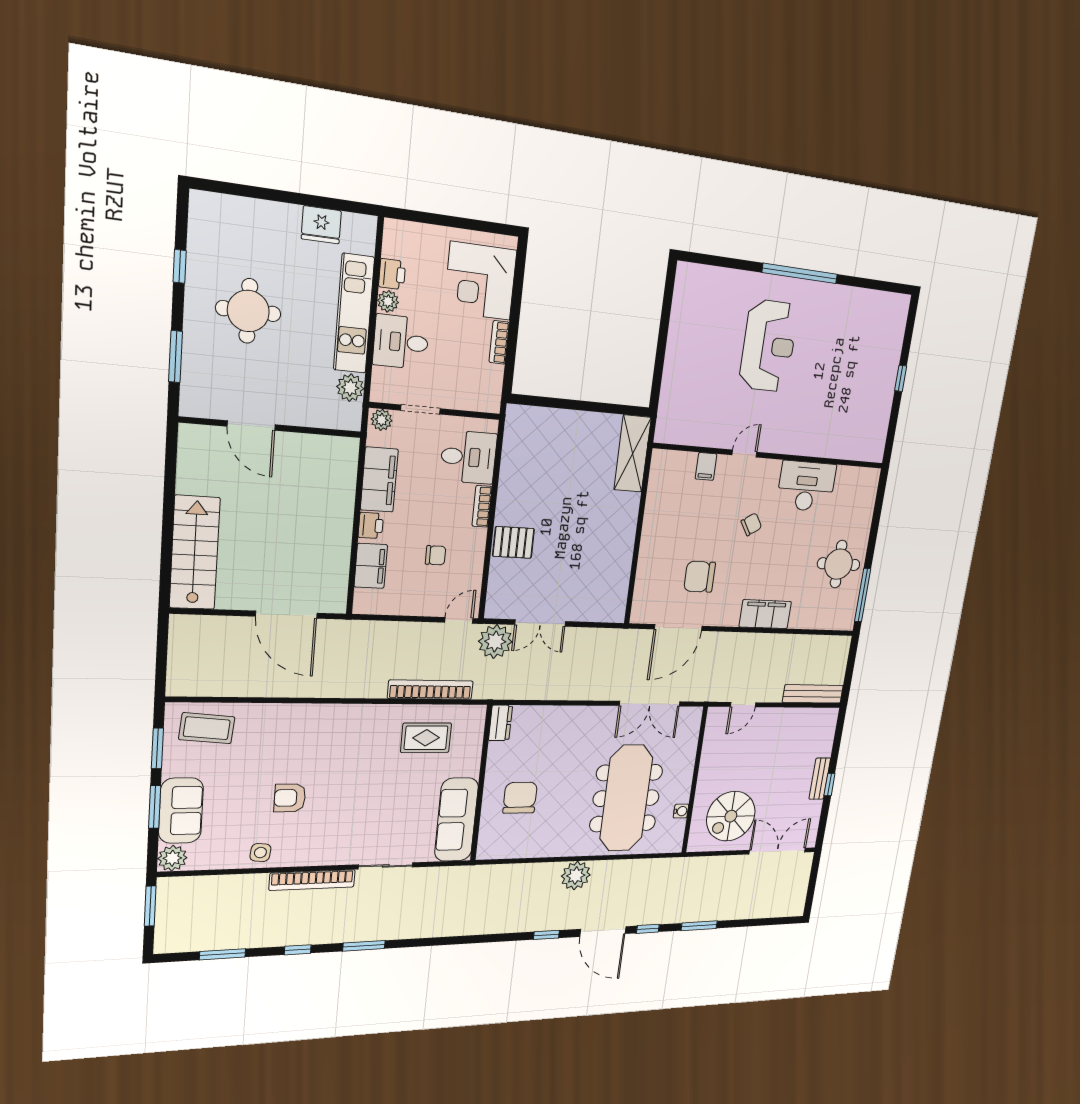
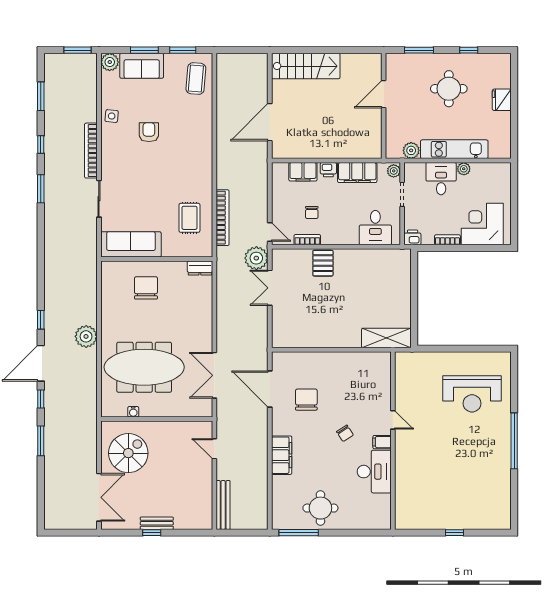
fridge: (321, 225) -> (502, 100), moved
printer: (392, 274) -> (413, 237), moved, turned 180
reception desk: (769, 346) -> (472, 394), moved
filing cabinet: (706, 466) -> (382, 442), moved
bookcase: (482, 506) -> (307, 240), moved
chair: (520, 798) -> (146, 288), turned -90
spiral stairs: (731, 816) -> (128, 453), turned 90

